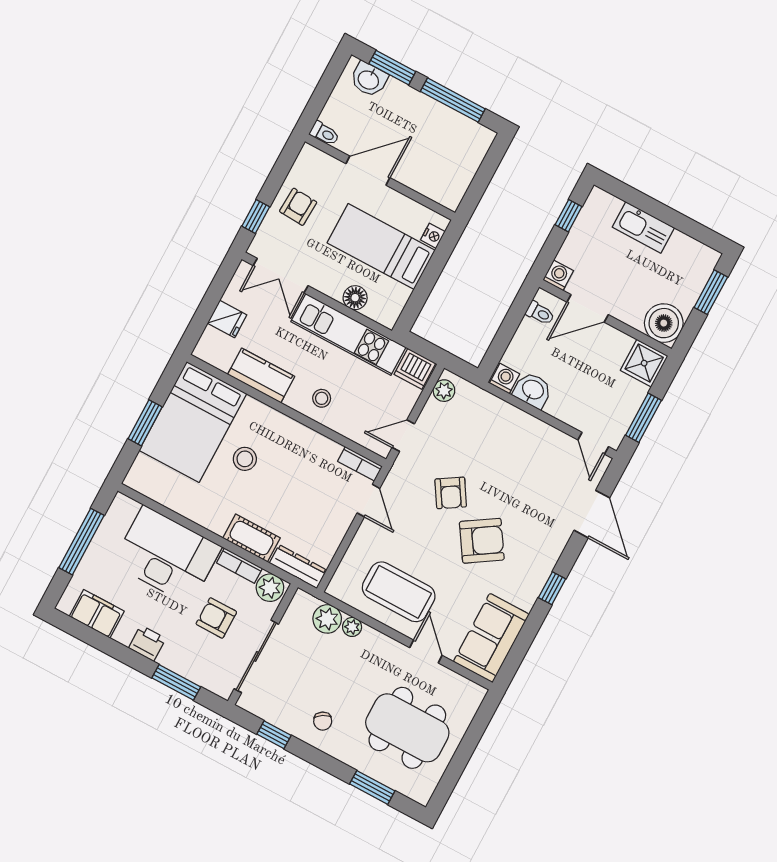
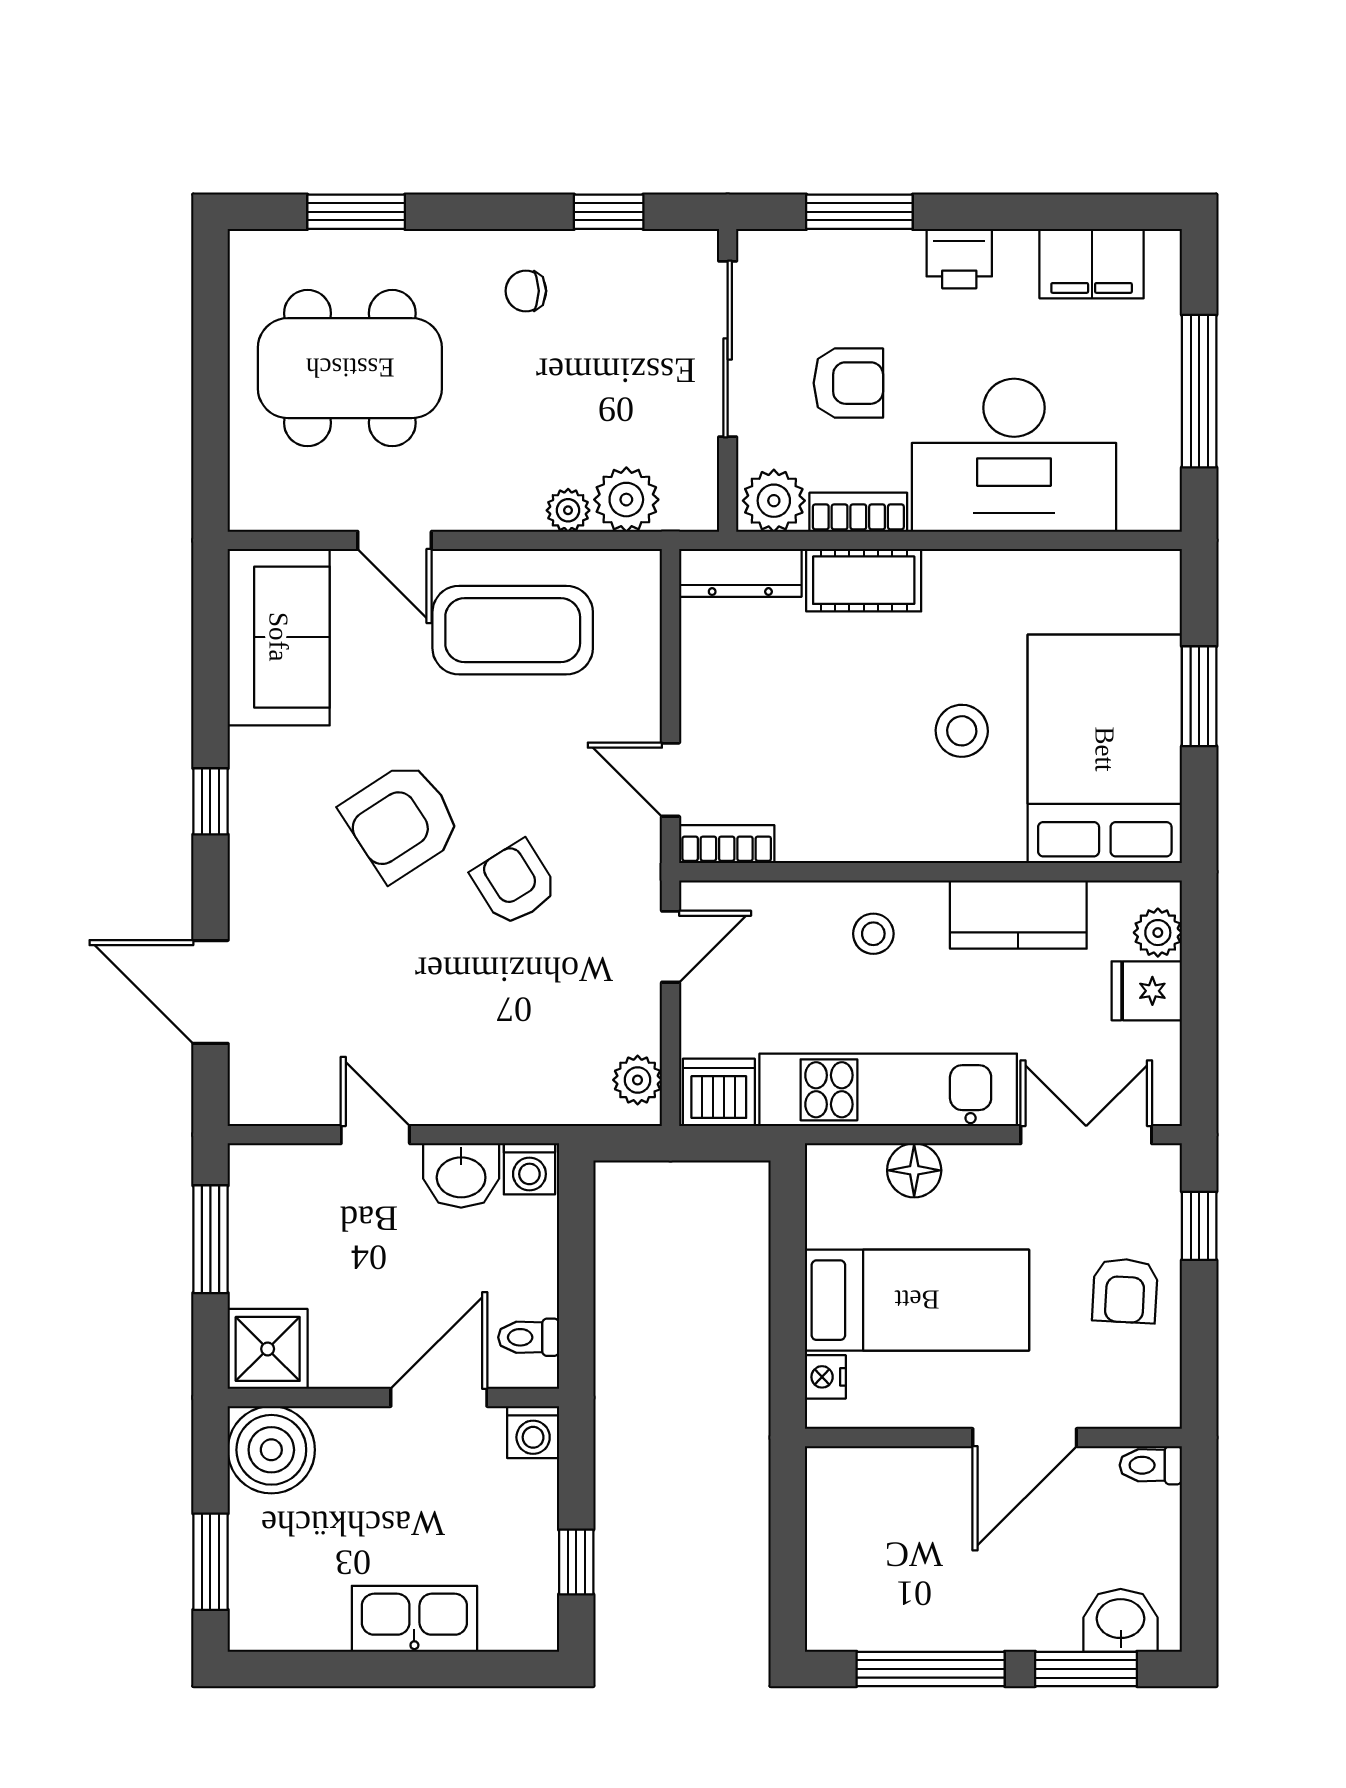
plant: (211, 339) -> (1158, 933), added
door: (593, 443) -> (375, 1135), moved
chair: (323, 721) -> (526, 291), turned -58

